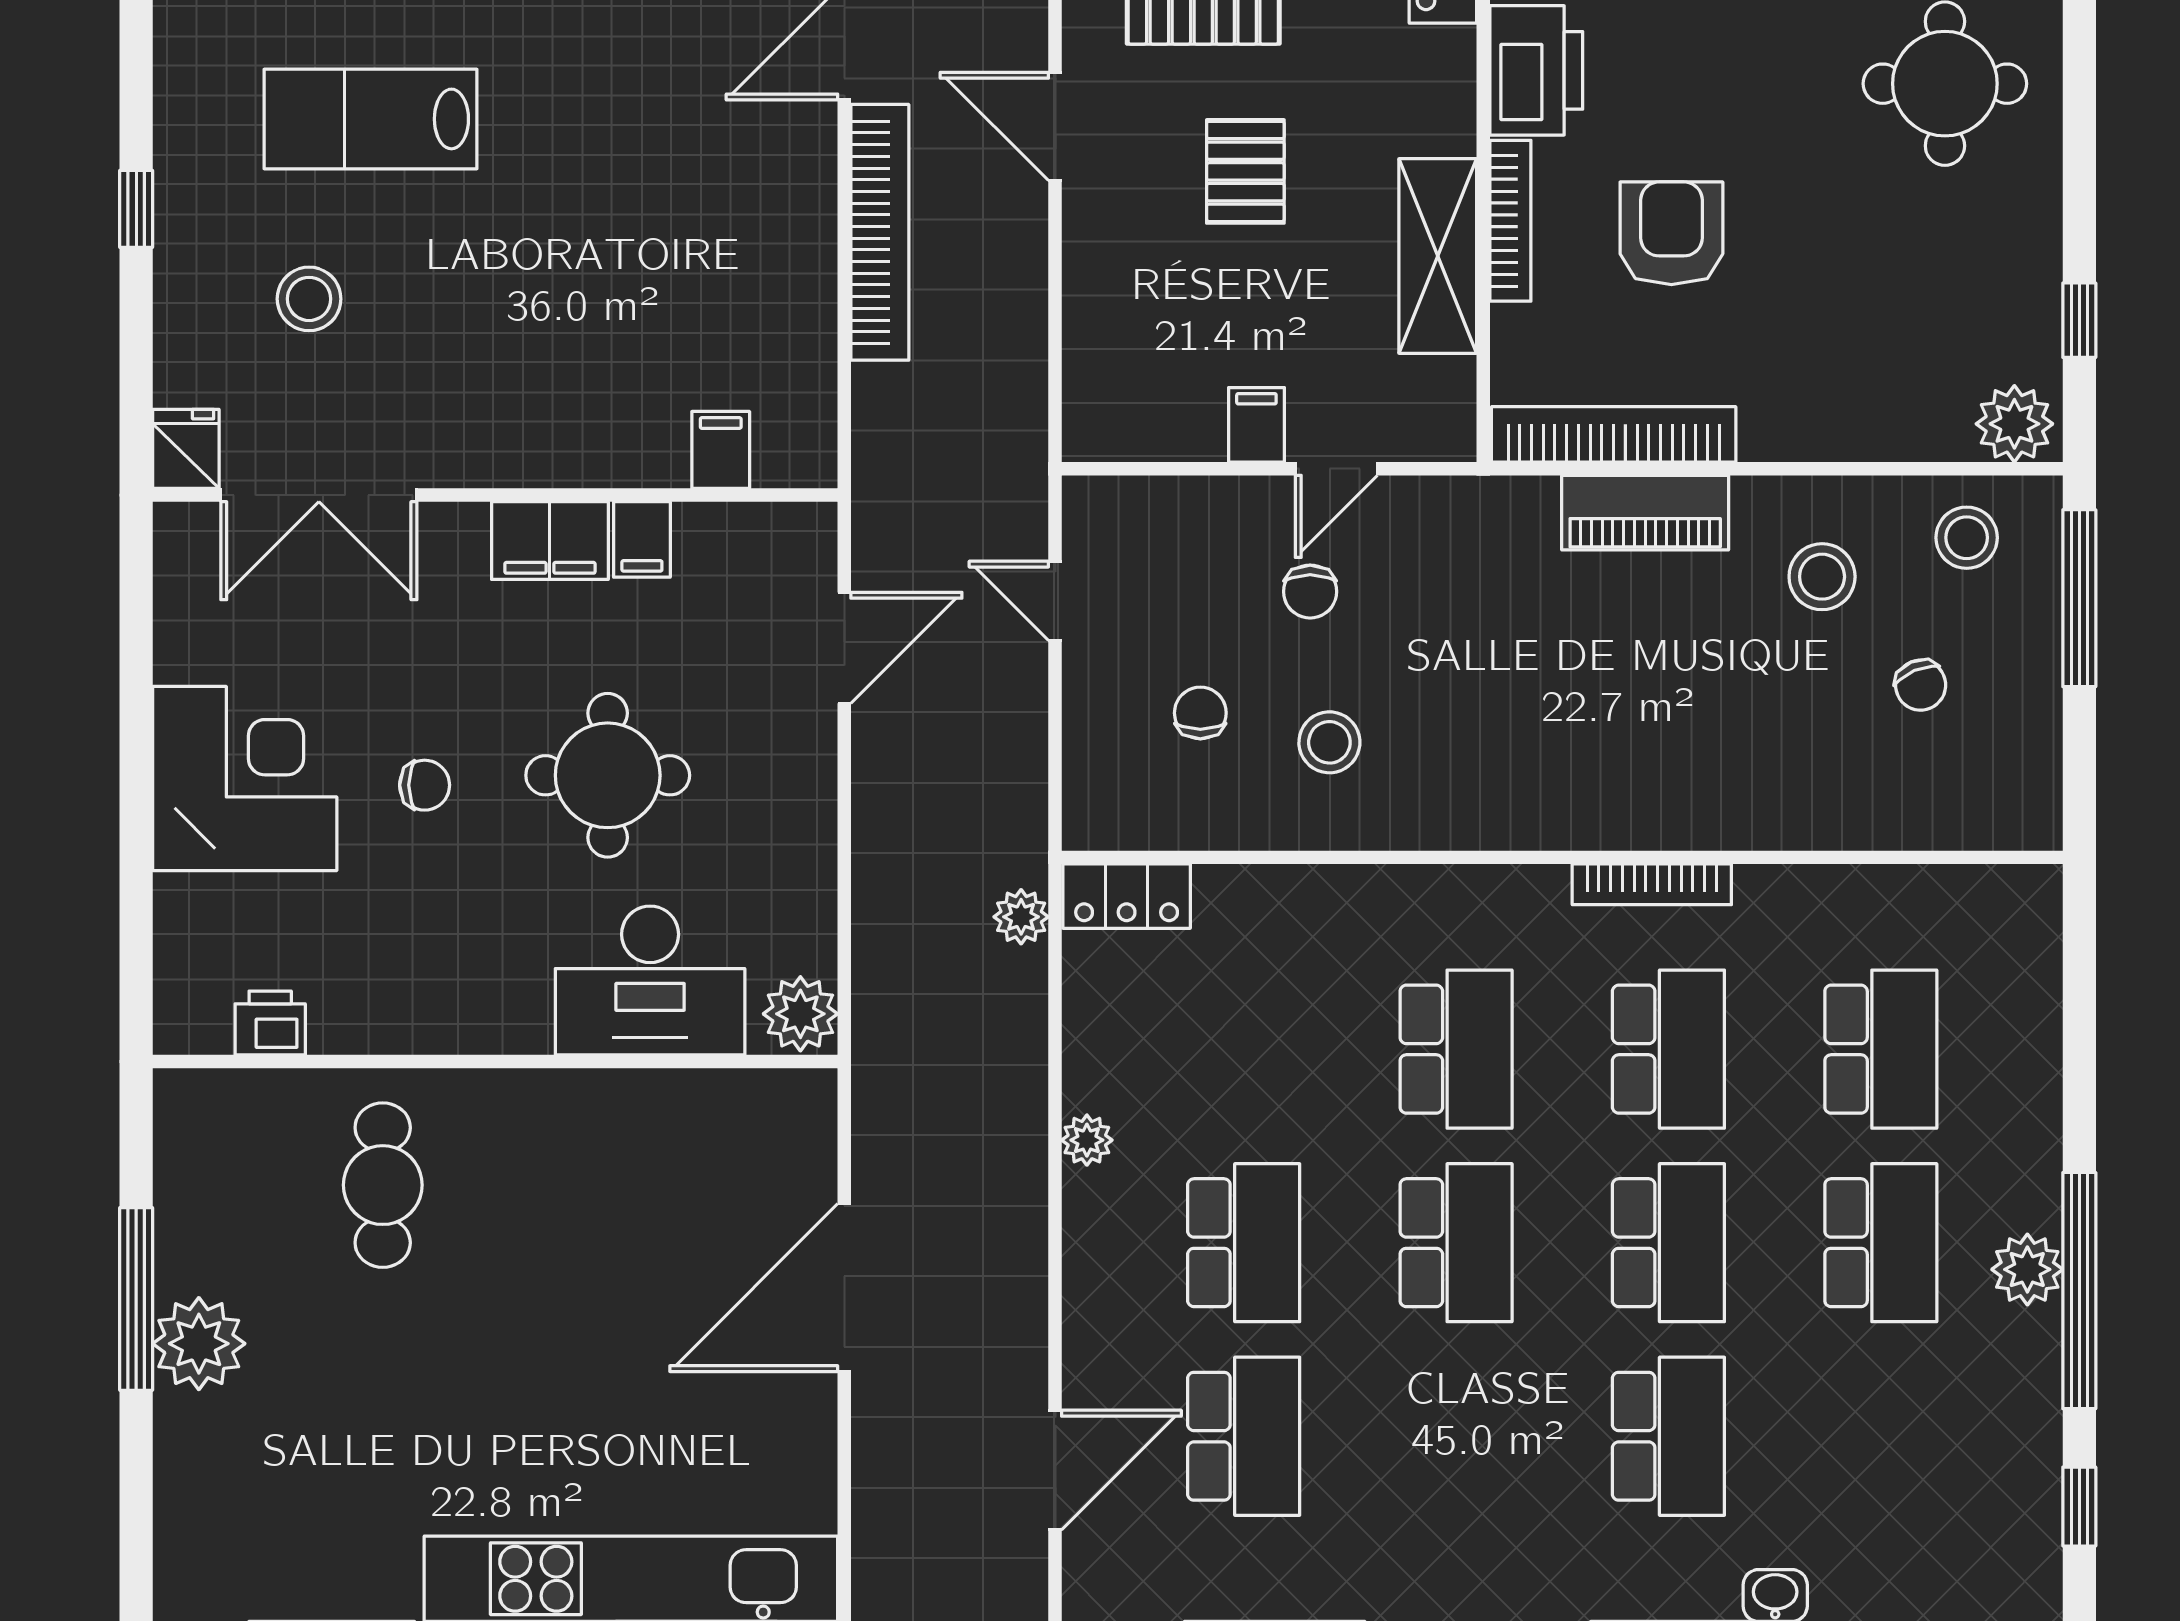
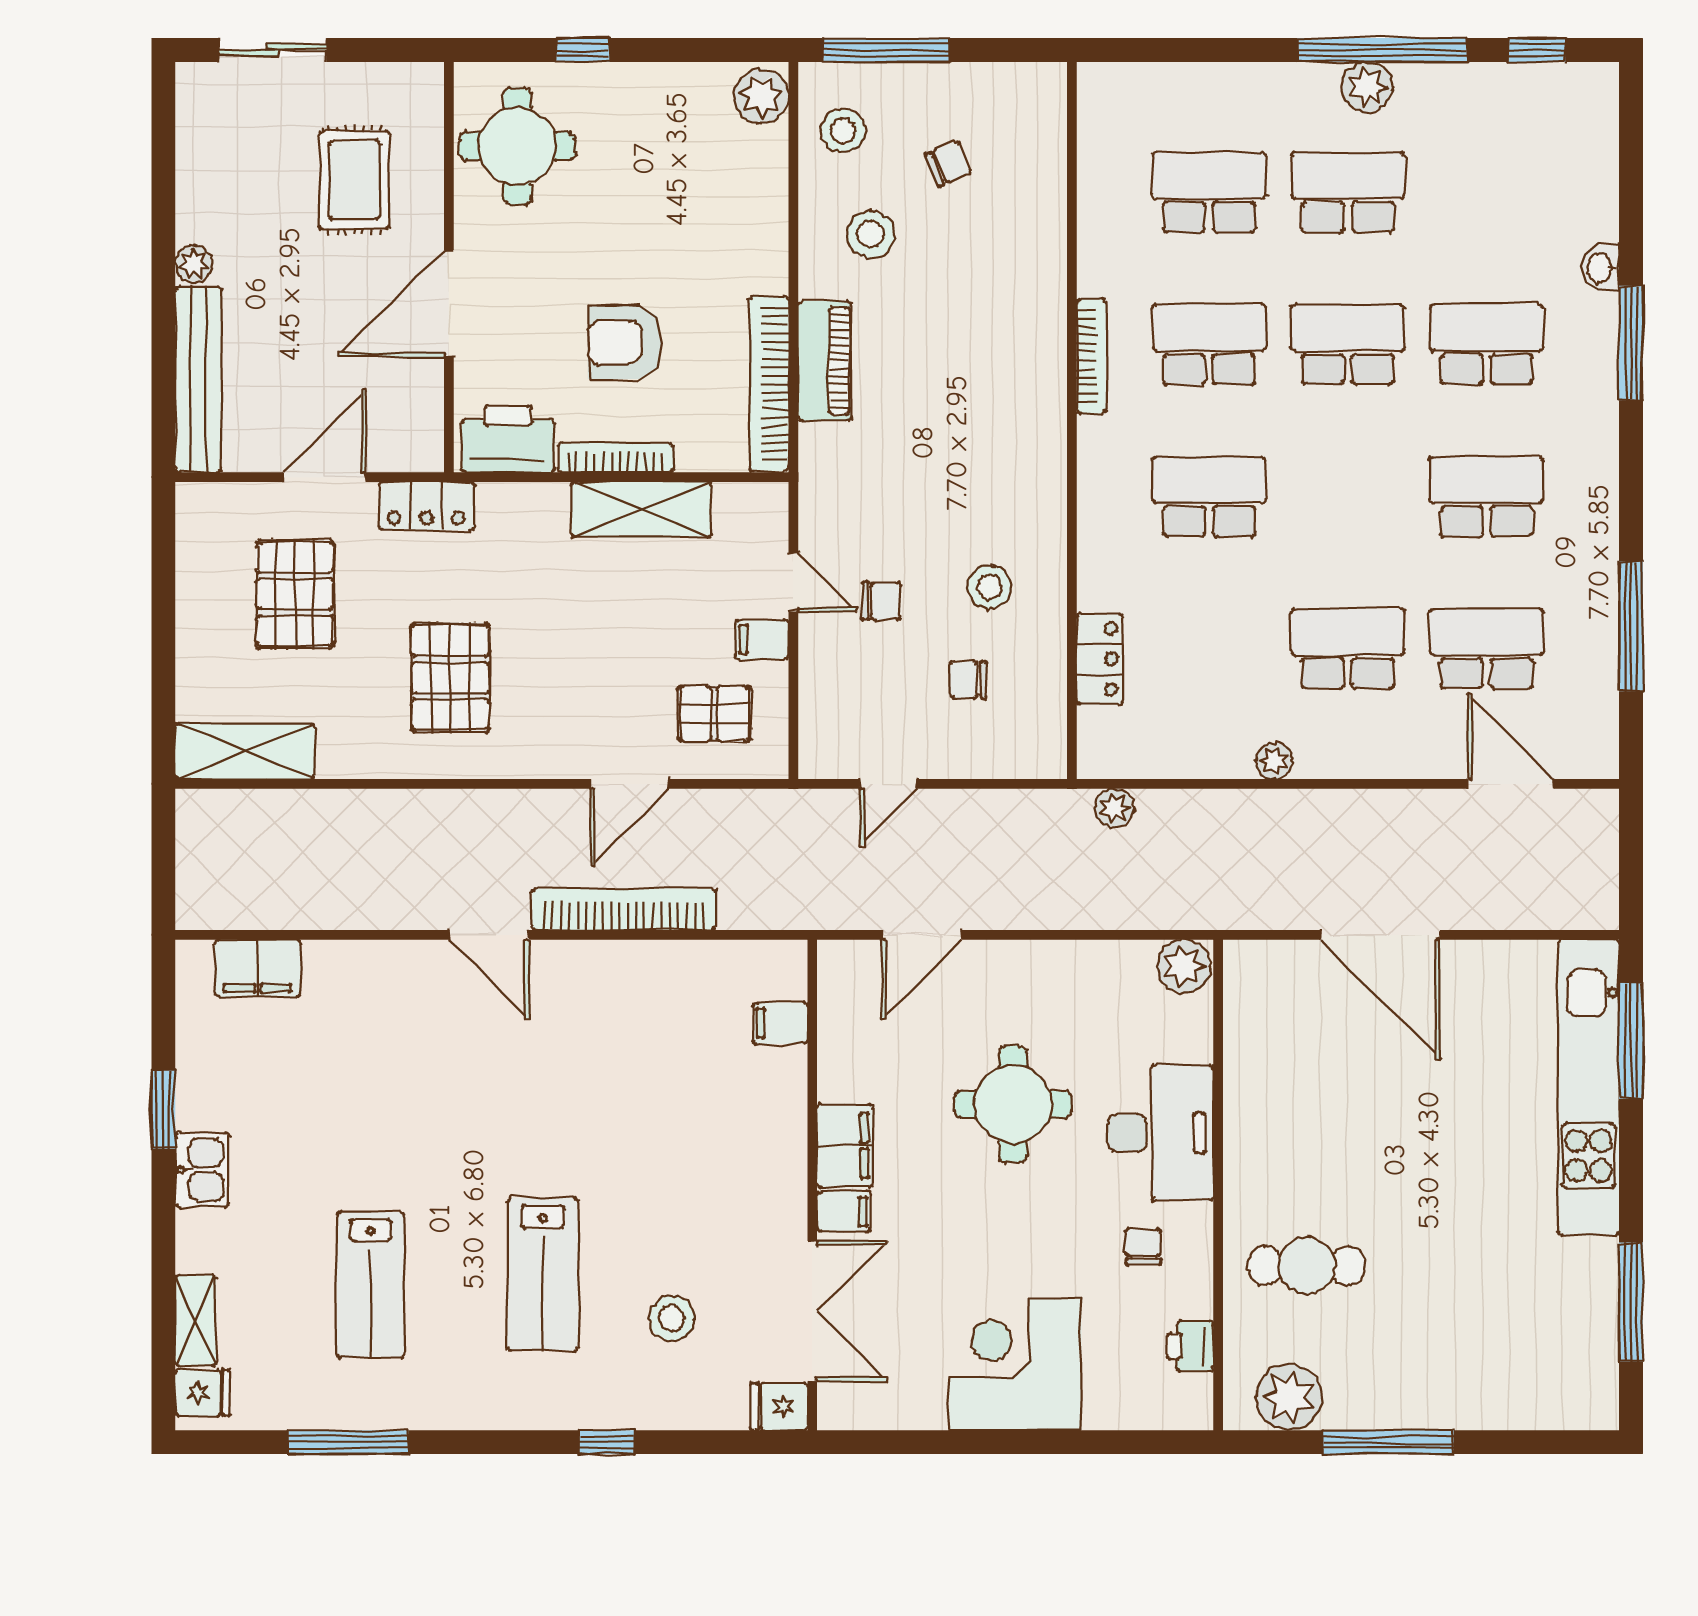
door: (1055, 126) -> (630, 784), moved
pallet: (1245, 171) -> (714, 714), moved
window: (2079, 320) -> (583, 50), moved
filing cabinet: (642, 539) -> (844, 1211), moved
door: (844, 648) -> (922, 935), swing flipped
chair: (425, 785) -> (1143, 1246), moved
locker: (1127, 896) -> (1100, 659), moved
desk: (650, 980) -> (1160, 1133), moved
school desk: (1456, 1243) -> (1487, 496), moved
plant: (199, 1344) -> (1289, 1397), moved

